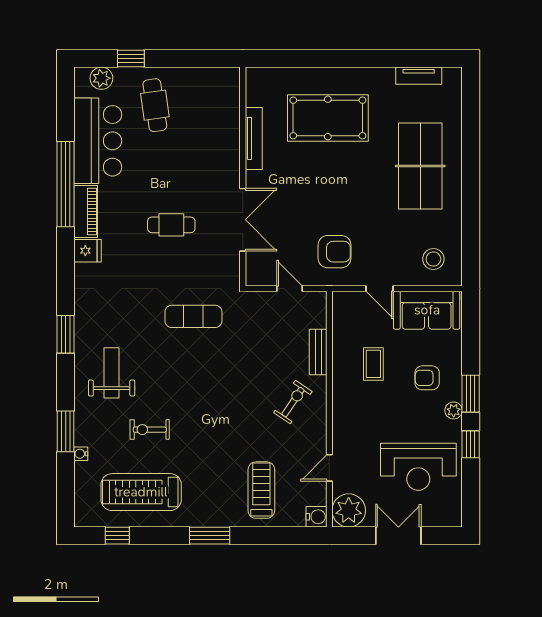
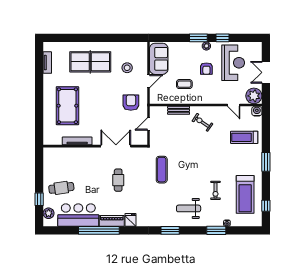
stool: (433, 259) -> (127, 68), moved
armchair: (427, 378) -> (206, 69), moved

